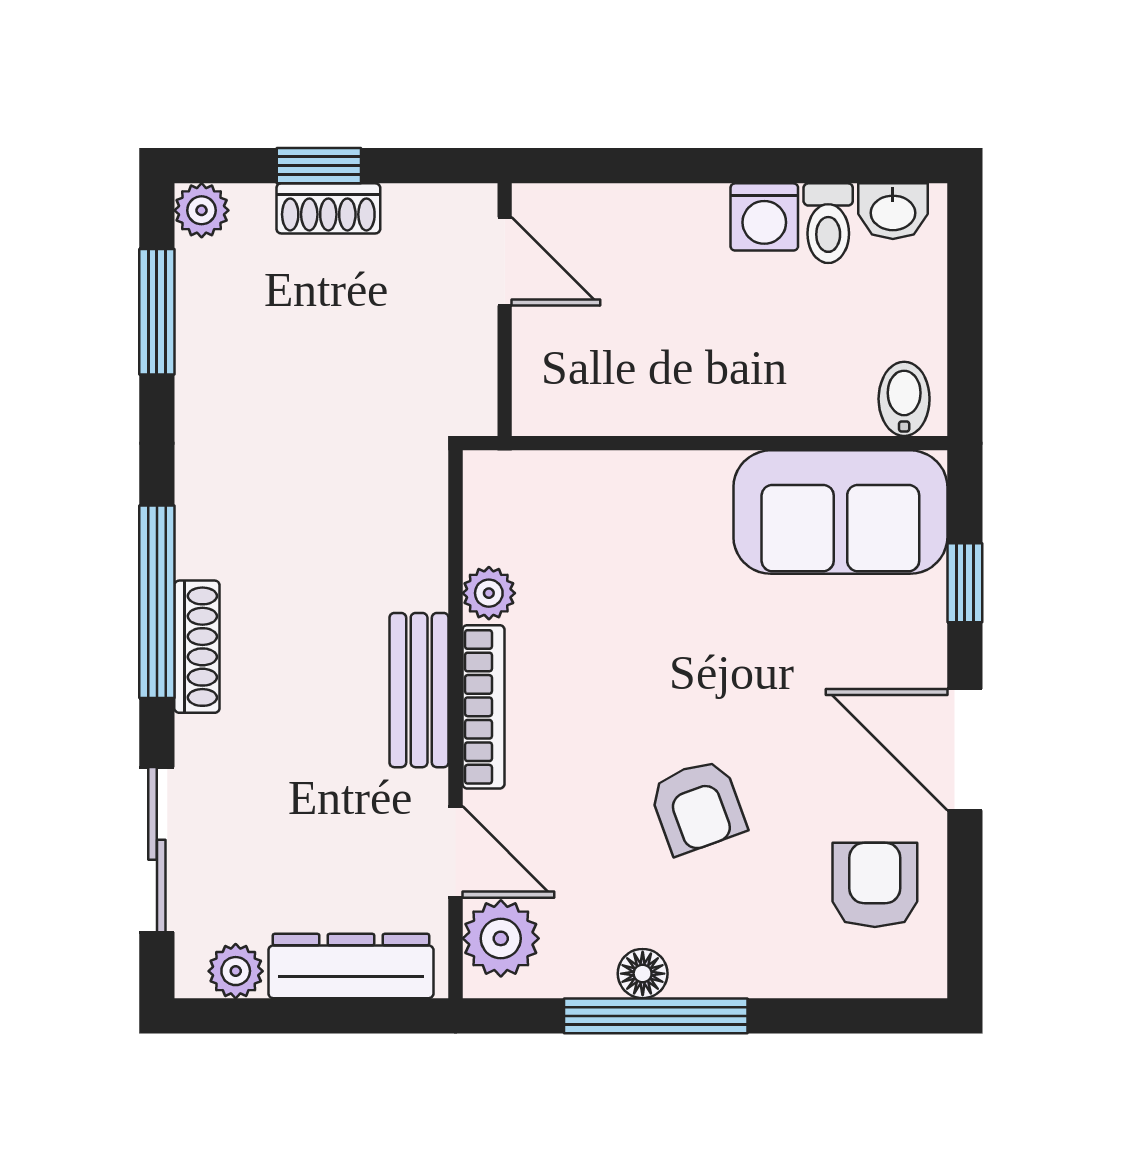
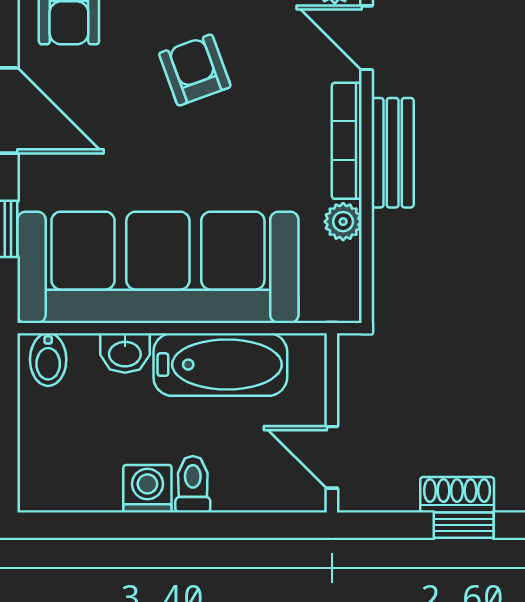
washbasin: (893, 211) -> (125, 353), moved, turned 180
toilet: (828, 223) -> (193, 484), moved
bathtub: (662, 392) -> (220, 365), added
sofa: (840, 512) -> (158, 267), width x1.85, depth x1.27

